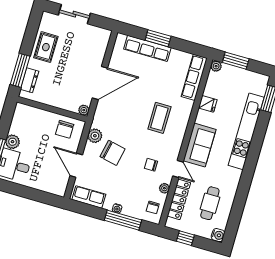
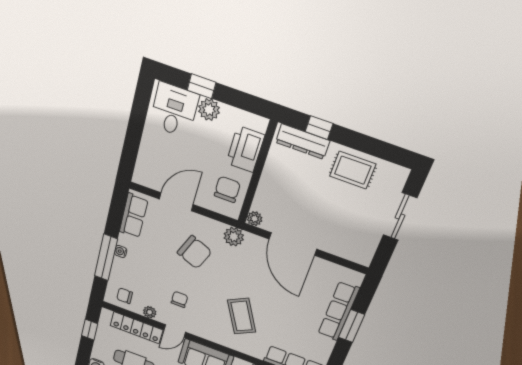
window: (20, 70) -> (319, 128), width x0.46
dresser: (29, 80) -> (303, 142), width x1.44
printer: (37, 117) -> (245, 149), added
coffee table: (159, 118) -> (242, 316), turned 62
chair: (65, 129) -> (227, 189), turned 90
plant: (95, 136) -> (234, 237), moved
chair: (112, 153) -> (194, 252), turned -80

